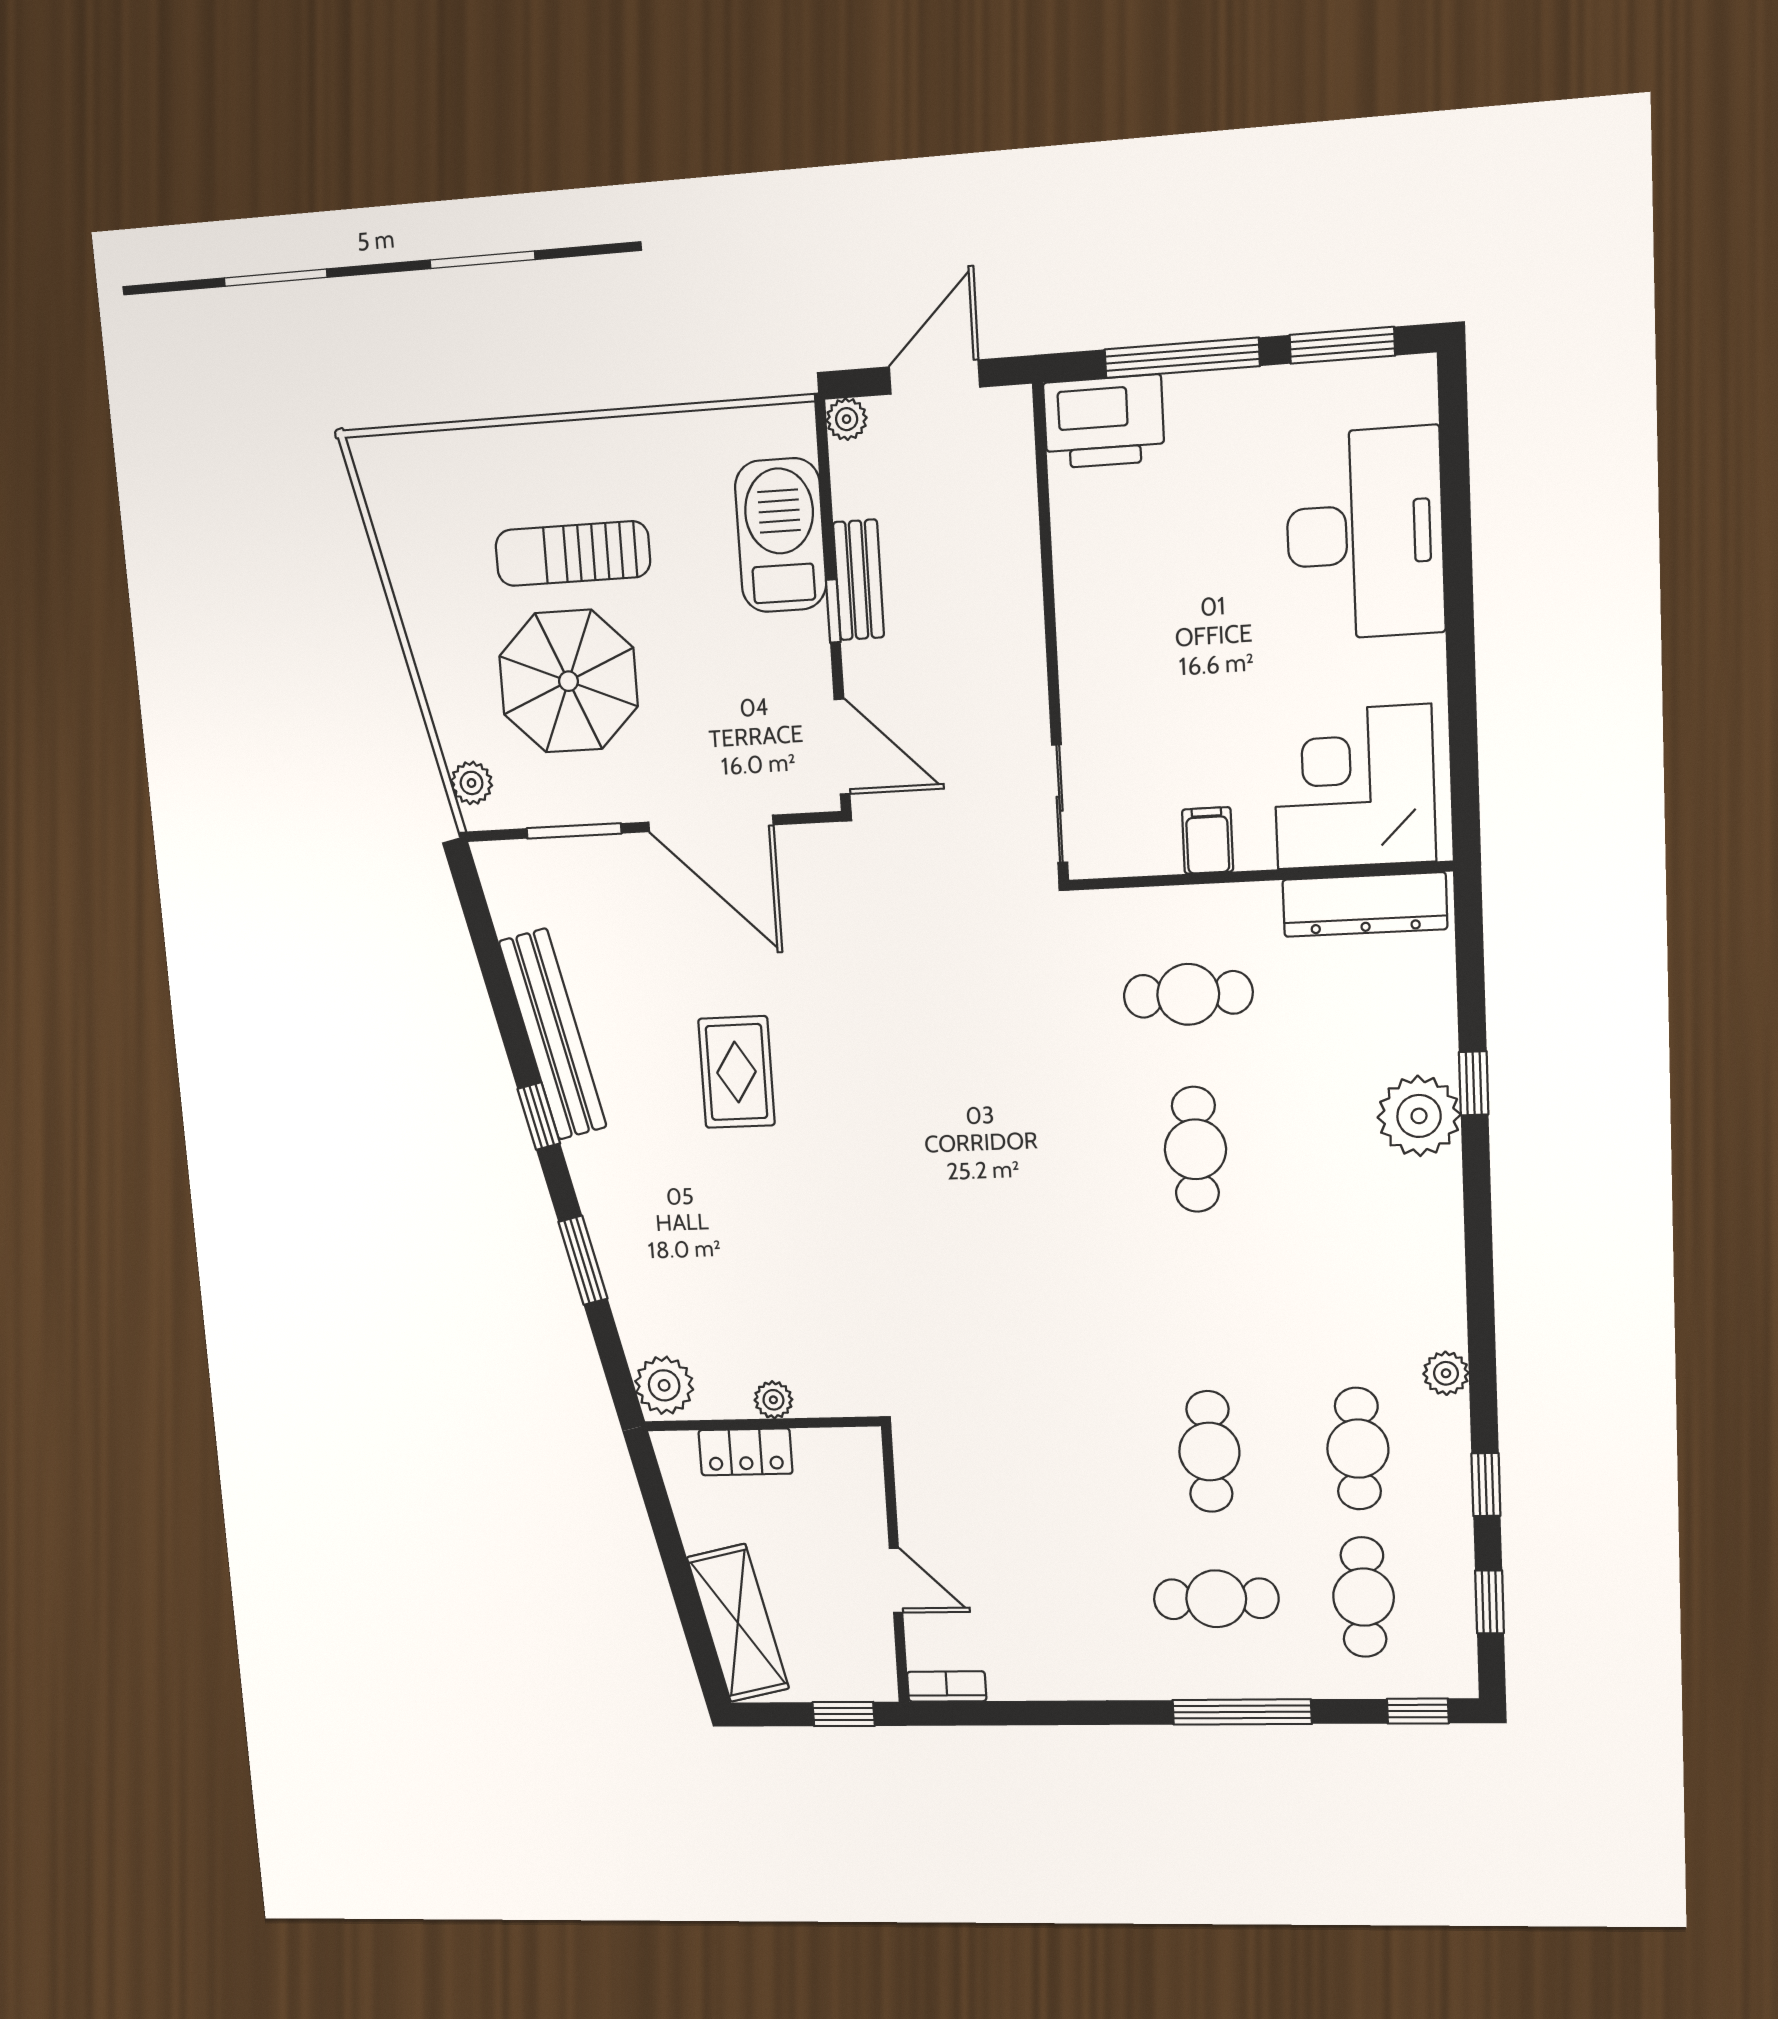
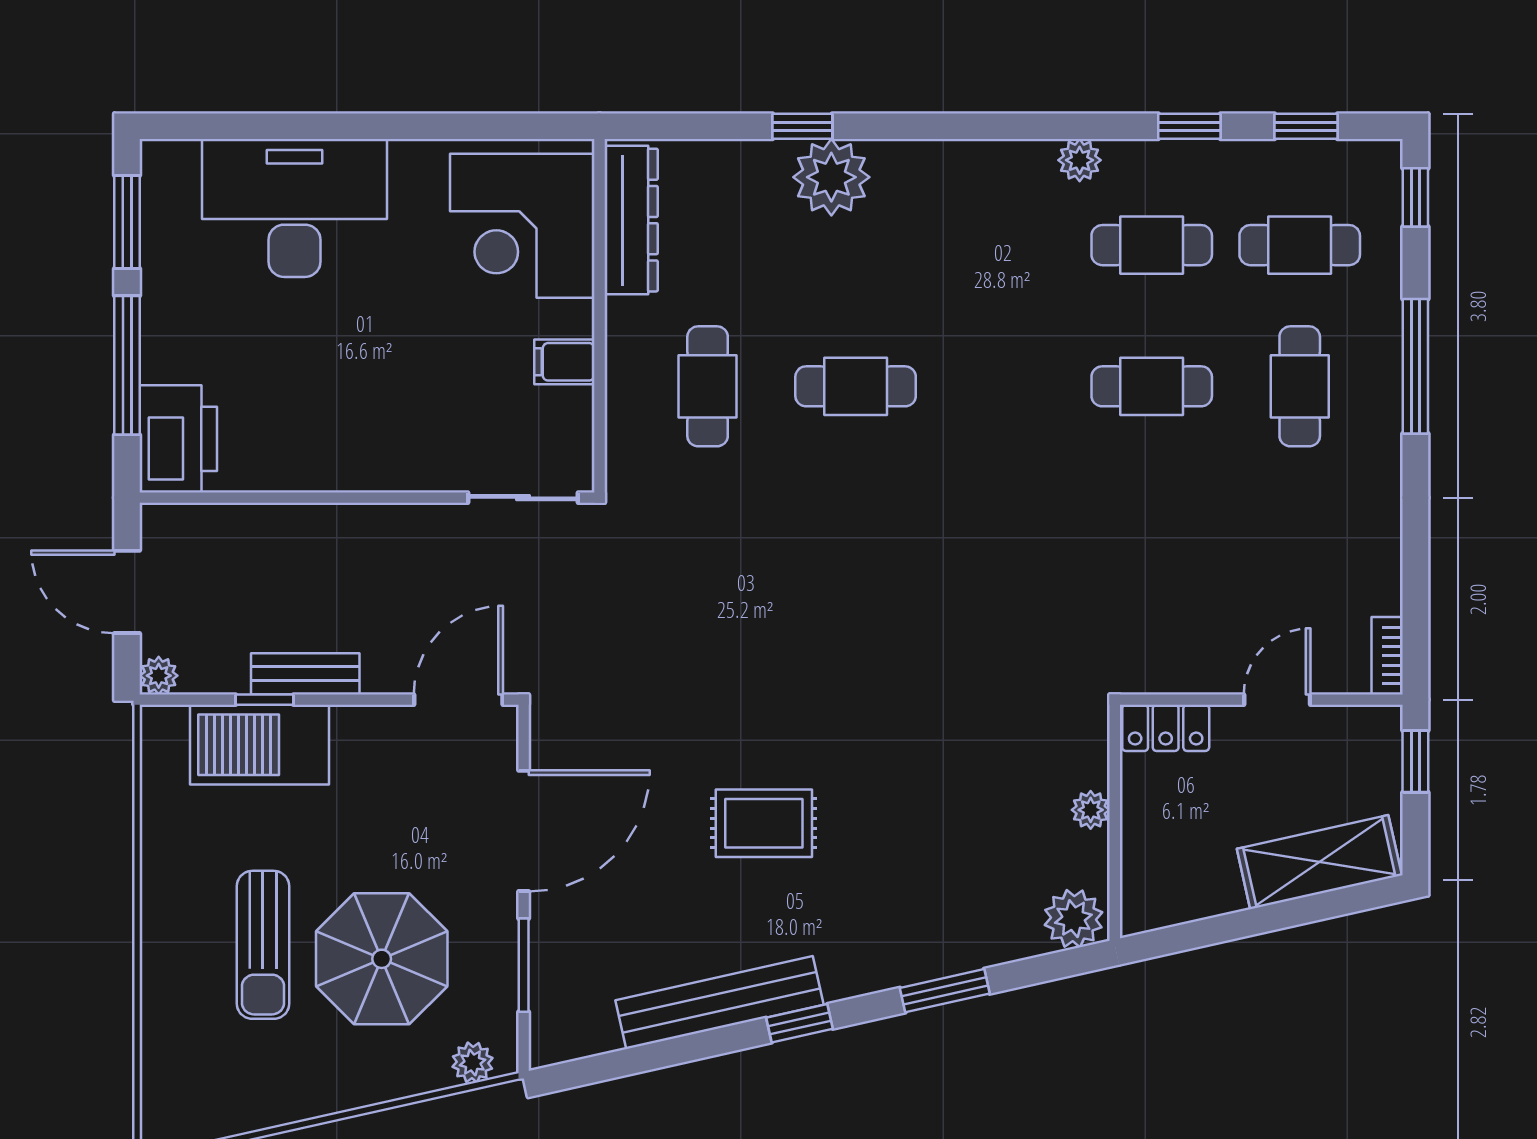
window: (833, 611) -> (264, 700), moved
locker: (745, 1452) -> (1166, 728), moved, turned 90

